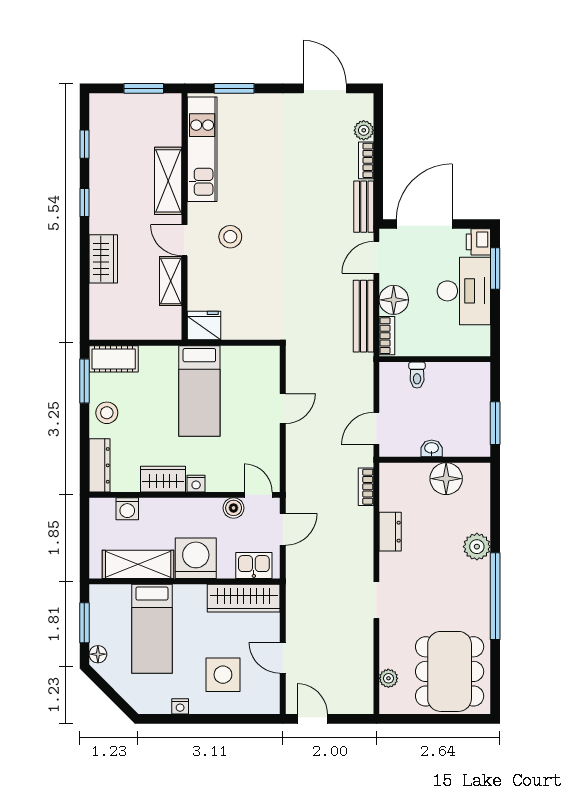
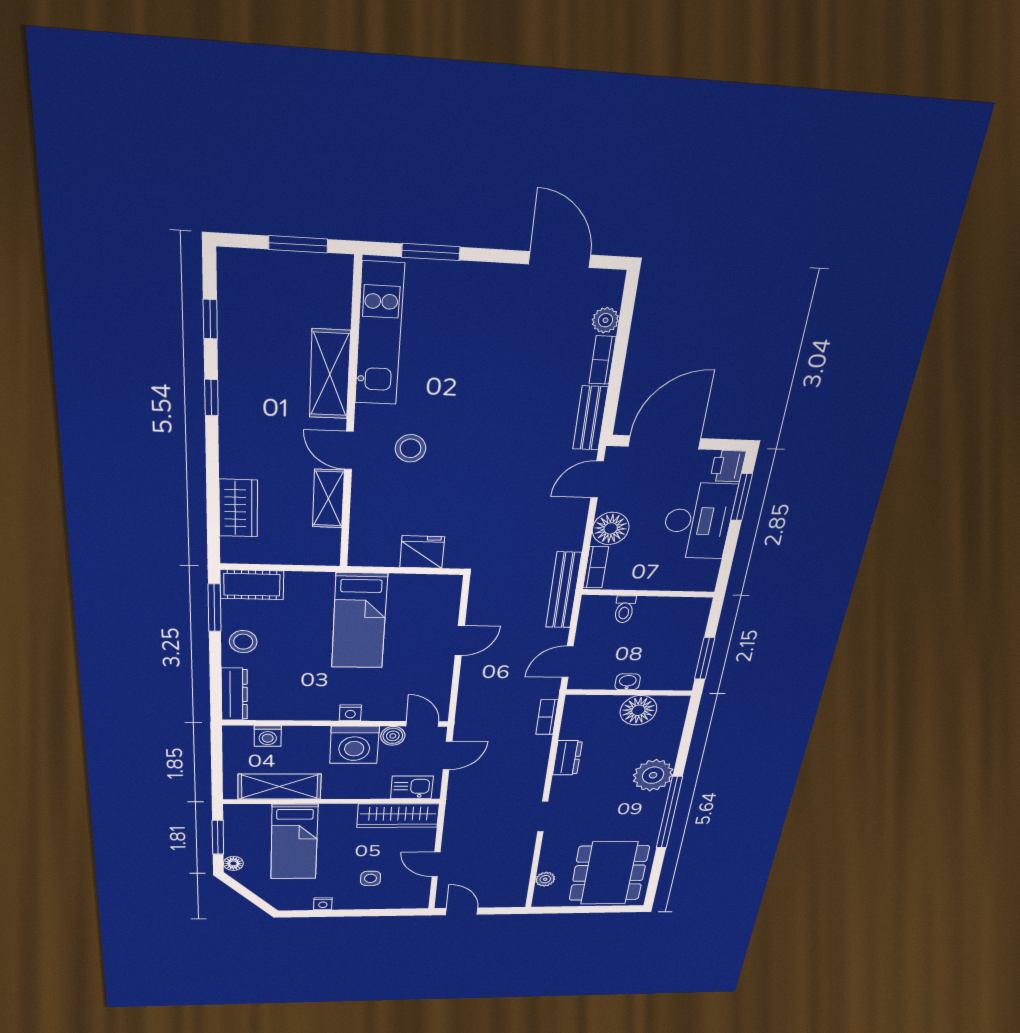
wardrobe: (103, 259) -> (238, 508), moved
bench: (363, 316) -> (564, 590), moved
fridge: (204, 326) -> (422, 552), moved
wardrobe: (163, 479) -> (311, 708), removed
plant: (477, 547) -> (653, 775), width x1.36, depth x1.36
washing machine: (196, 558) -> (354, 745), moved, turned 180
side table: (223, 675) -> (371, 878), width x0.54, depth x0.54

